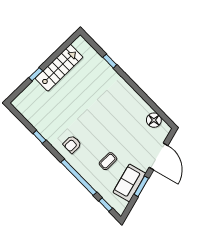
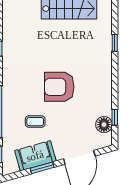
window: (156, 109) -> (115, 117), added
armchair: (72, 144) -> (59, 87), moved, width x1.88, depth x1.88

